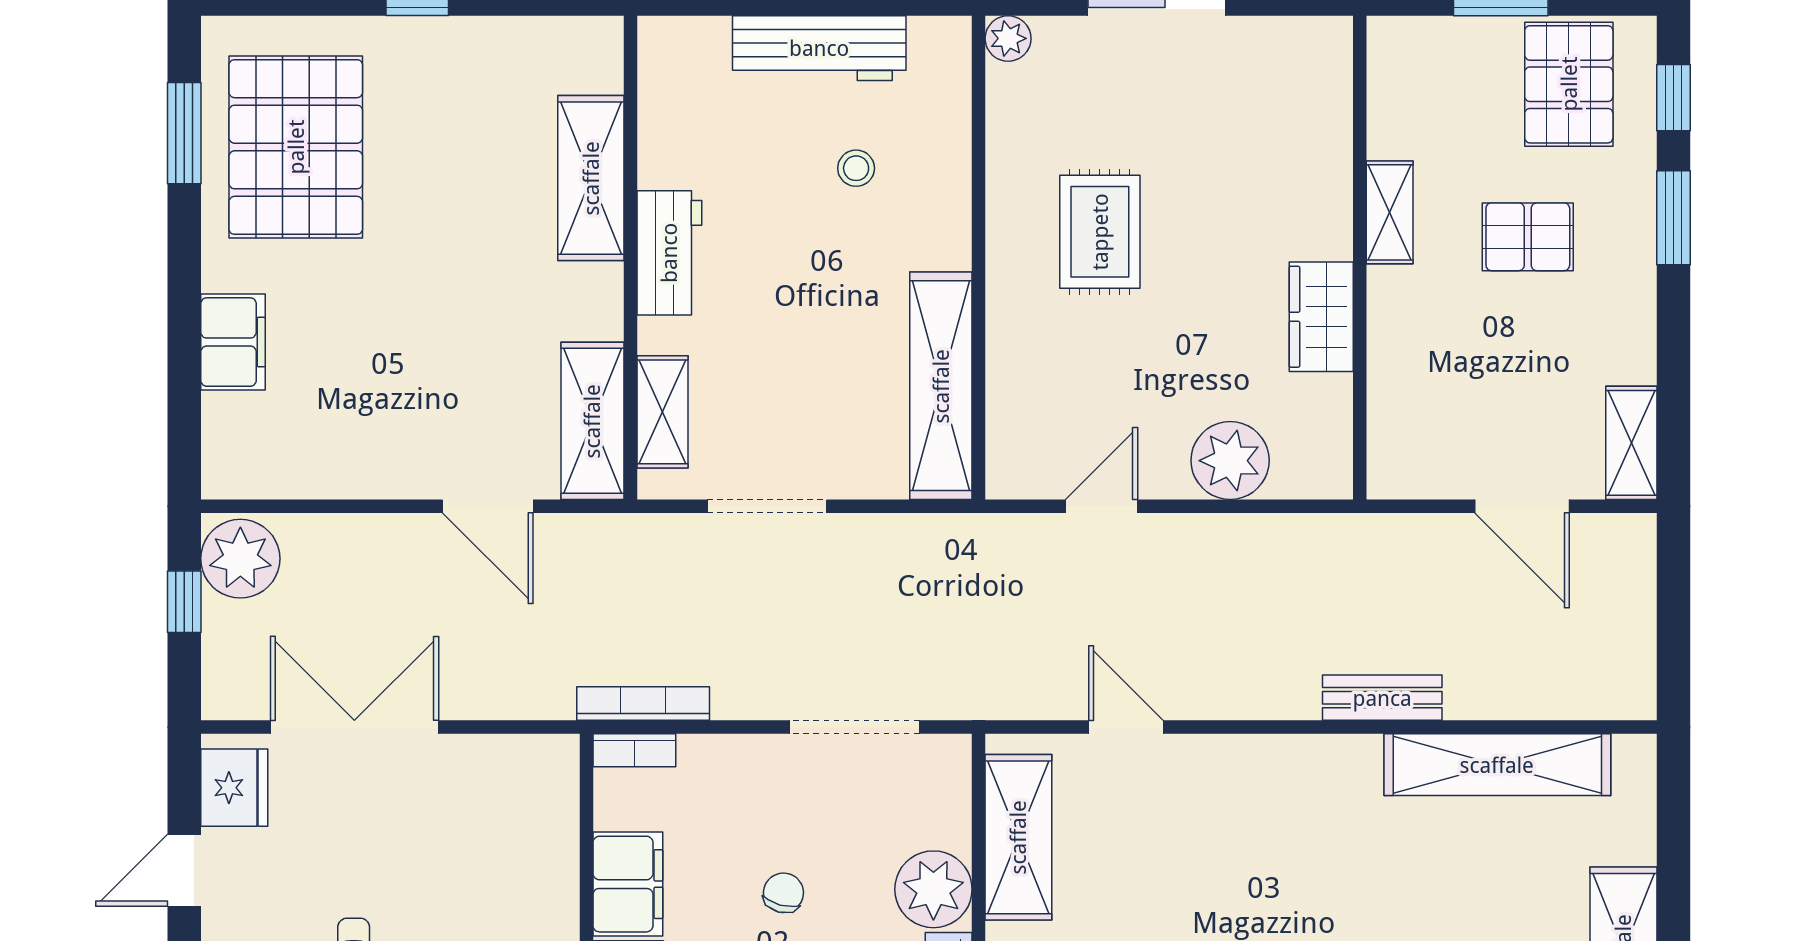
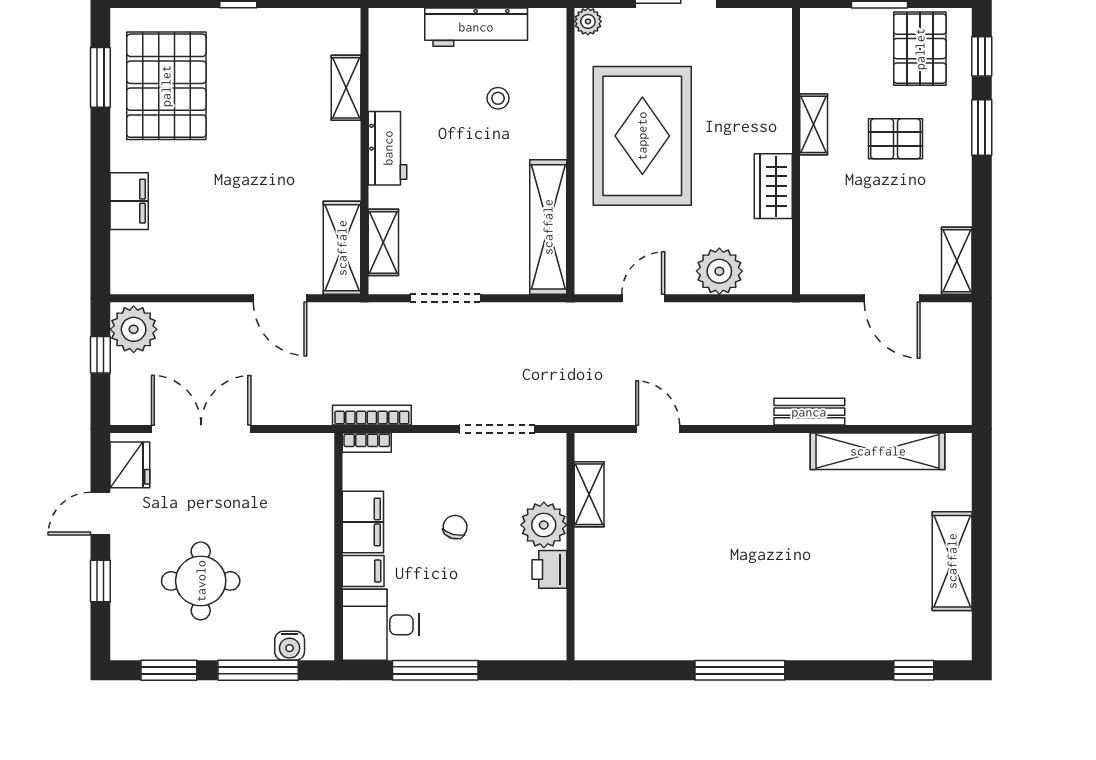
shelving: (591, 178) -> (346, 88), width x0.67, depth x0.75
rug: (1100, 232) -> (642, 136), width x1.86, depth x2.06
shelving: (1018, 837) -> (589, 494), width x0.67, depth x0.75

